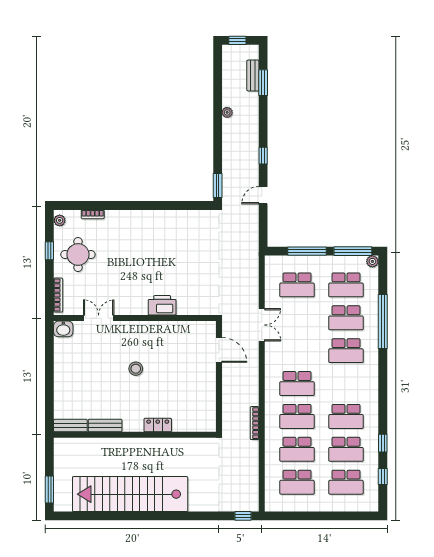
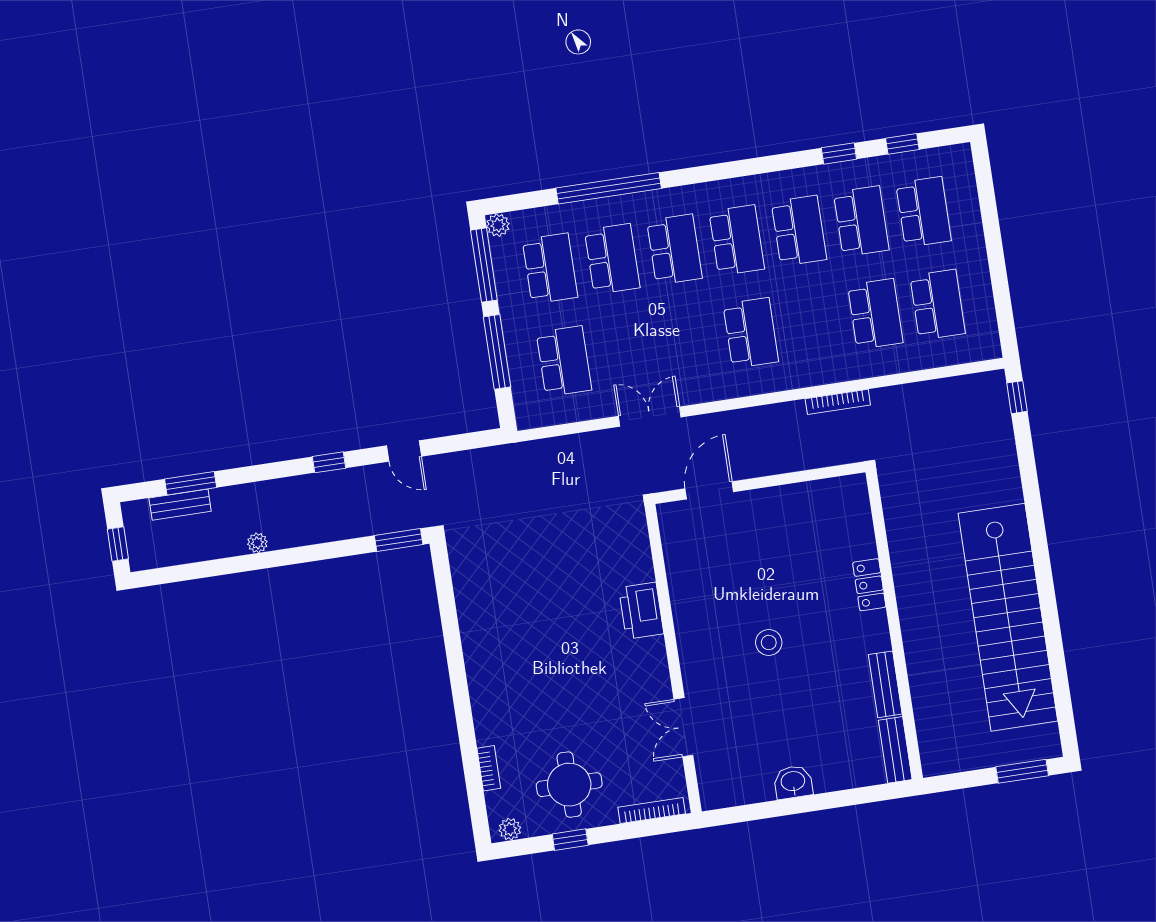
washbasin: (63, 329) -> (793, 782), moved, turned -90
school desk: (297, 416) -> (737, 240), moved

